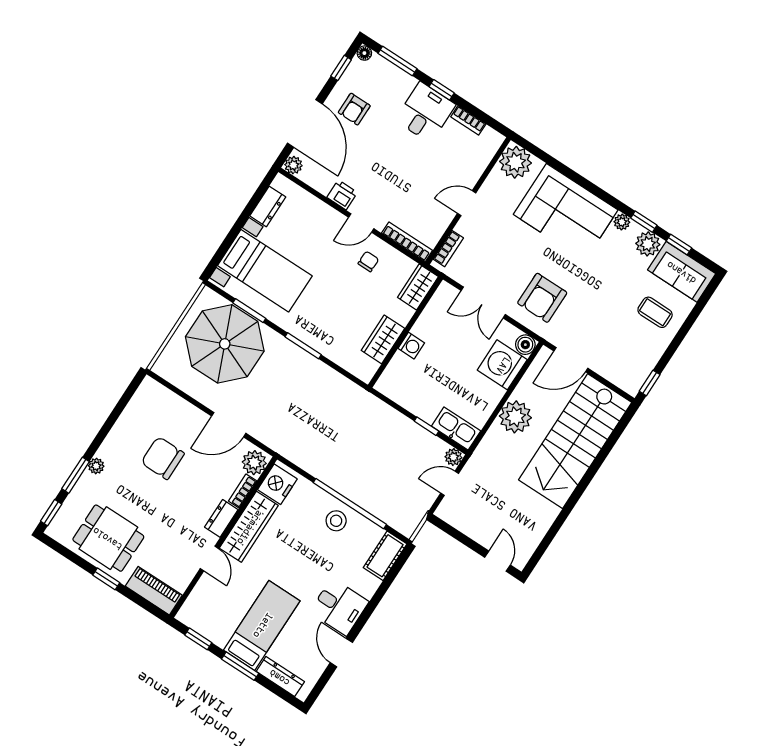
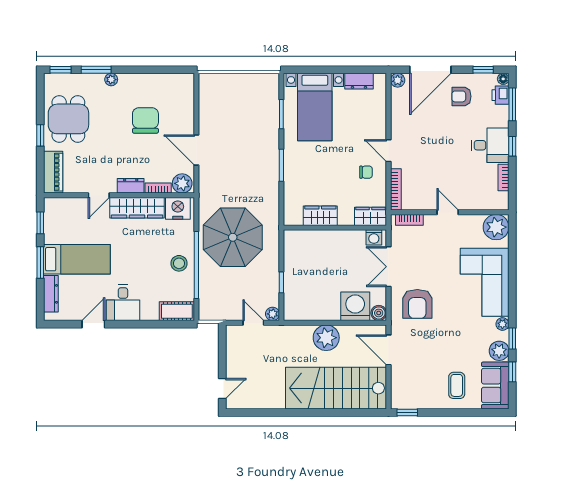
printer: (342, 195) -> (500, 95), moved, turned 180
armchair: (542, 298) -> (417, 304), turned -90
parasol: (225, 344) -> (233, 237), moved
washing machine: (411, 346) -> (374, 237), moved
kitchen sink: (456, 429) -> (293, 303), removed

